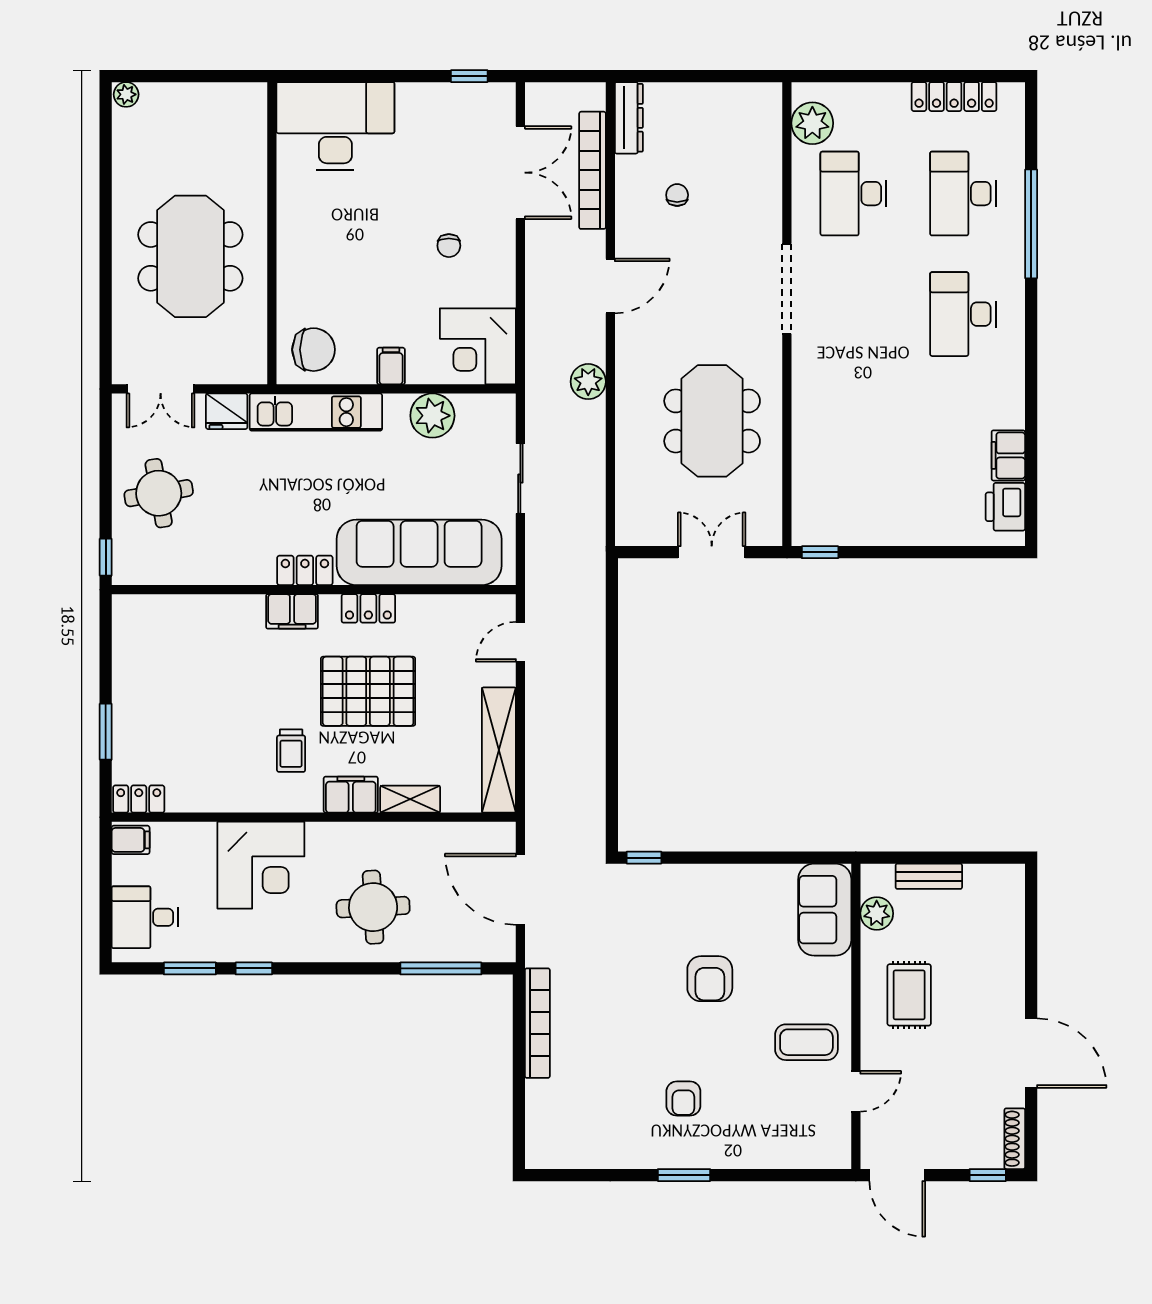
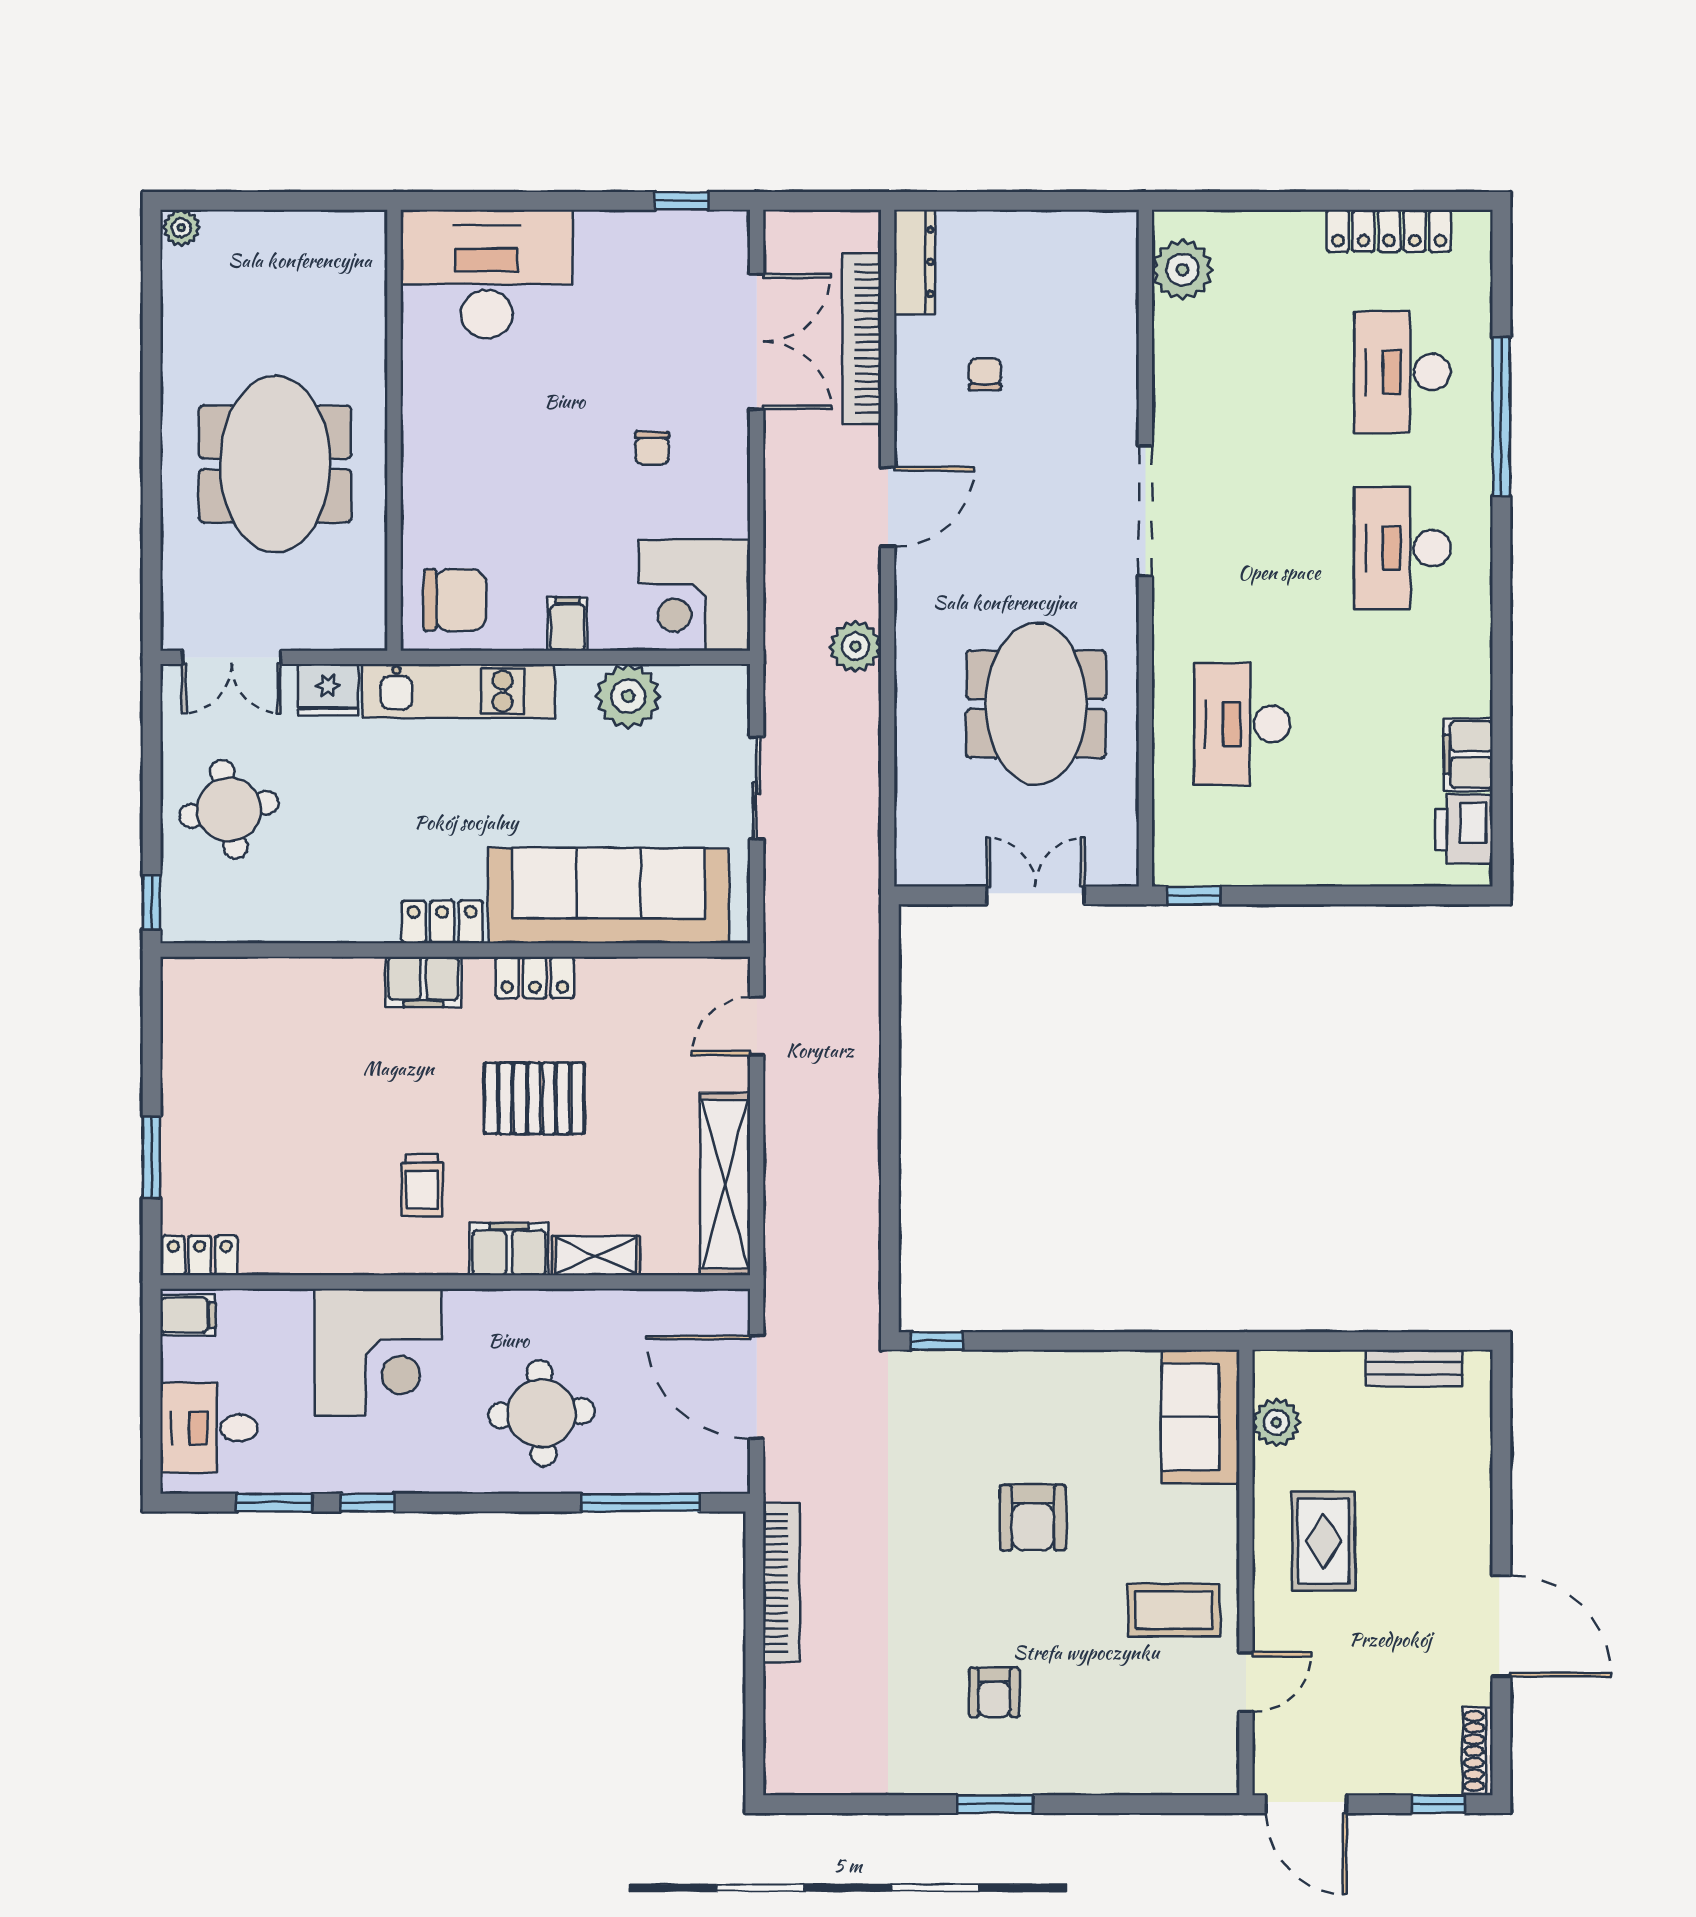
desk: (853, 194) -> (1242, 724), moved
pallet: (368, 691) -> (534, 1098), width x0.73, depth x0.71
bench: (929, 876) -> (1414, 1368), moved

